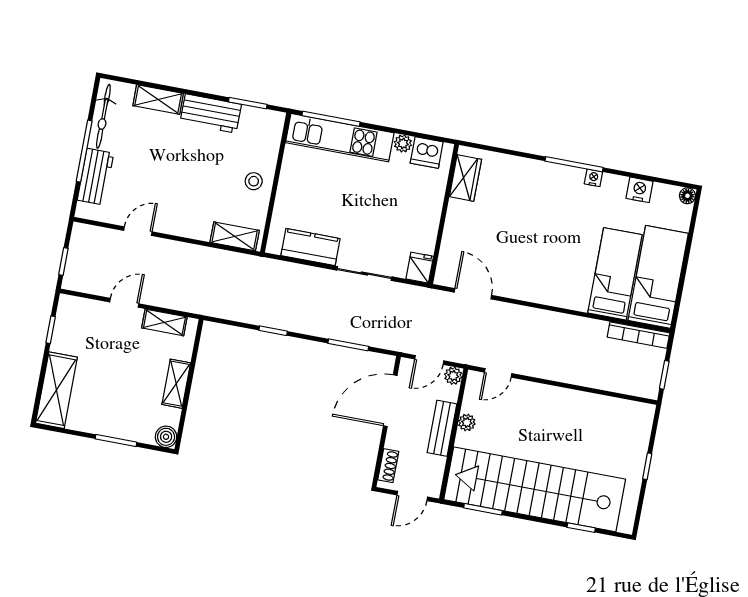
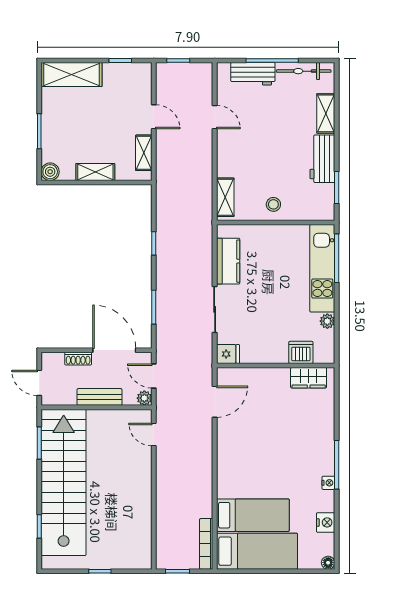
dishwasher: (427, 153) -> (301, 352), moved, turned 90
plant: (467, 422) -> (108, 416), removed
shoe rack: (388, 466) -> (78, 359), moved

